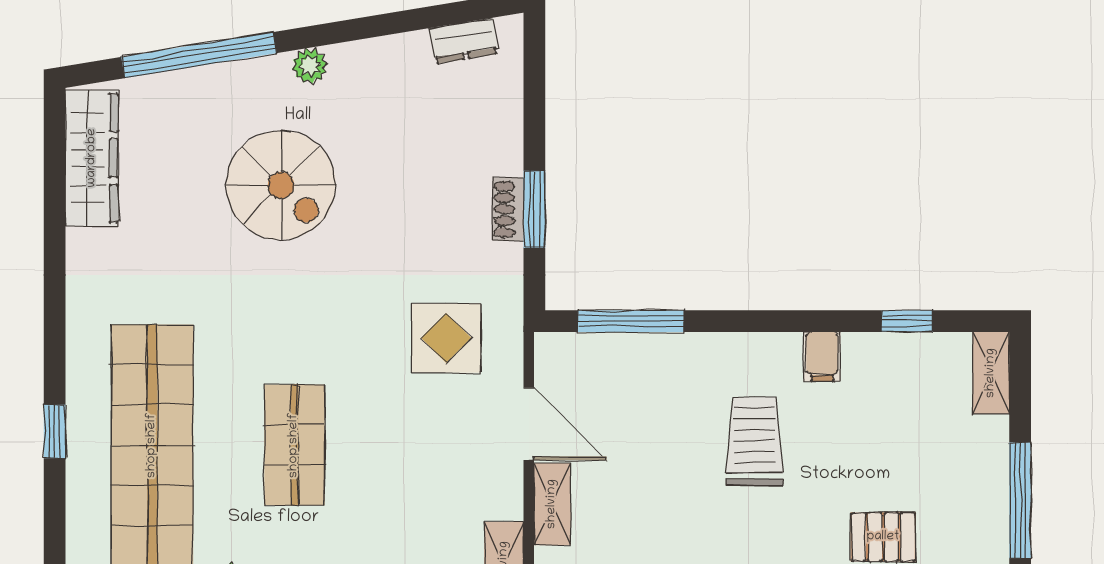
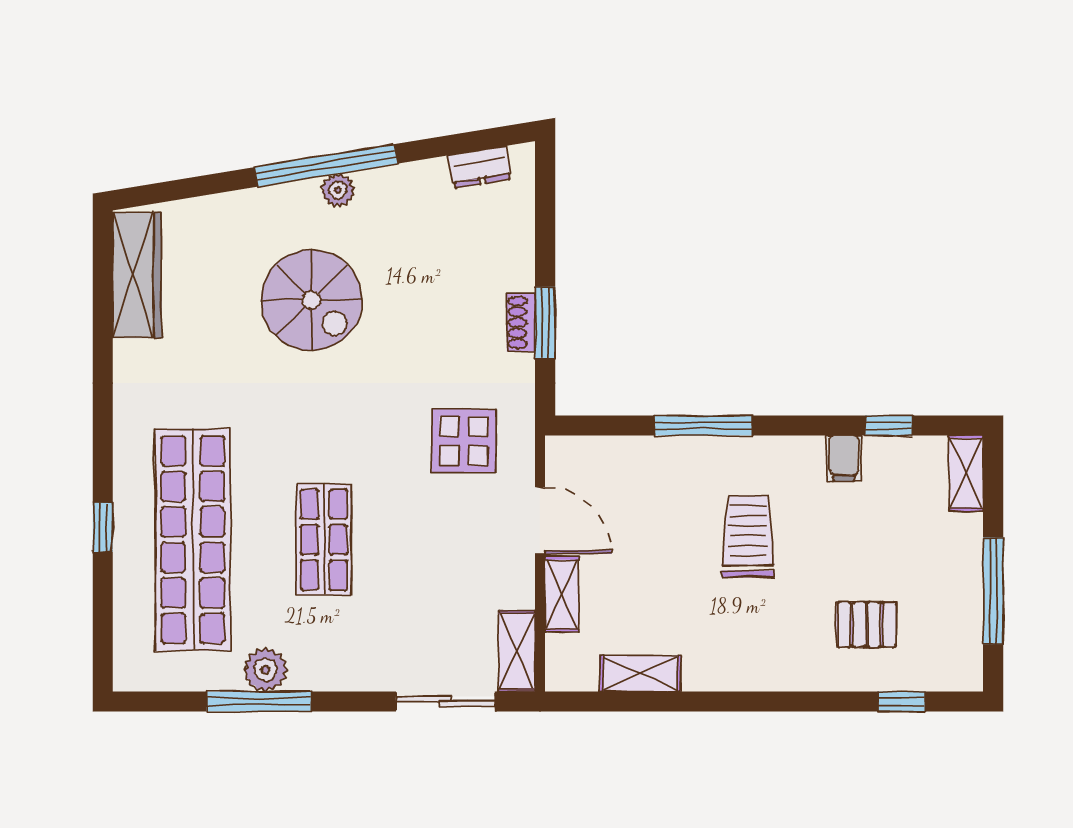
window: (199, 55) -> (326, 165), moved
window: (631, 321) -> (703, 425), moved
filing cabinet: (822, 357) -> (844, 458), moved

